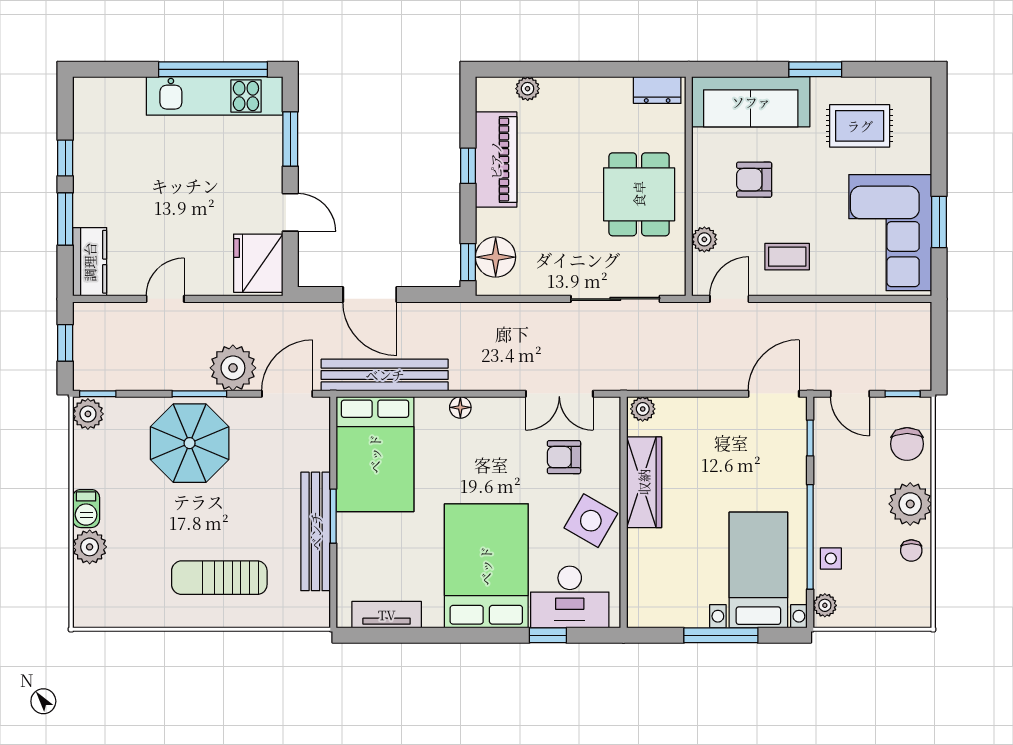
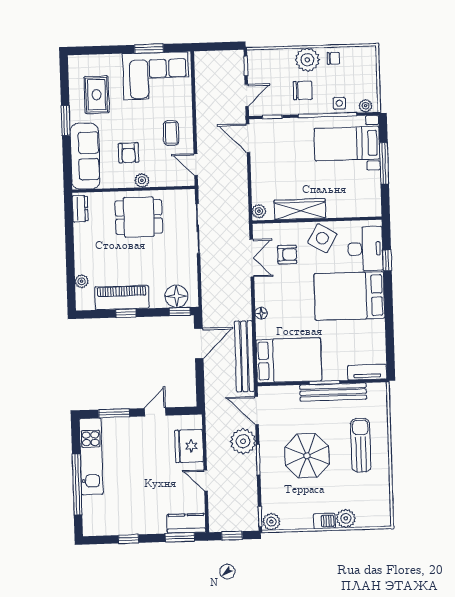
window: (213, 69) -> (77, 484), moved
window: (65, 219) -> (180, 537), moved
plant: (704, 239) -> (142, 180), moved
fridge: (258, 263) -> (189, 446), moved, turned 90
door: (370, 294) -> (199, 344), moved
parasol: (190, 443) -> (307, 456), moved
chair: (907, 444) -> (303, 90), moved
armchair: (564, 457) -> (287, 254), turned -90
sun lounger: (219, 578) -> (361, 445), turned 180
tv unit: (387, 615) -> (367, 372), moved, turned 90

